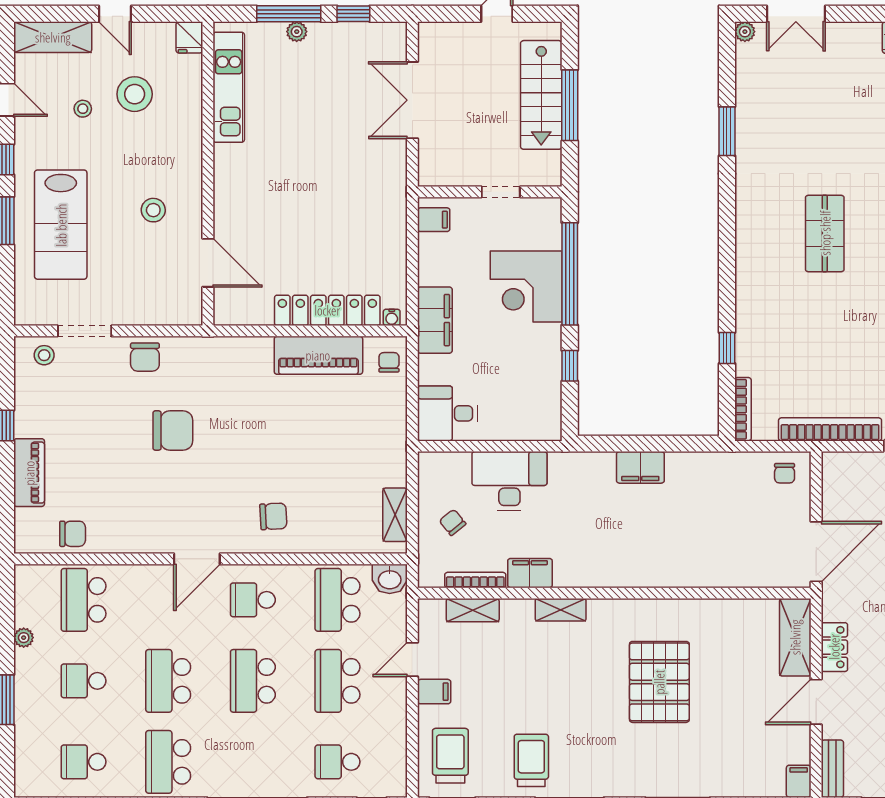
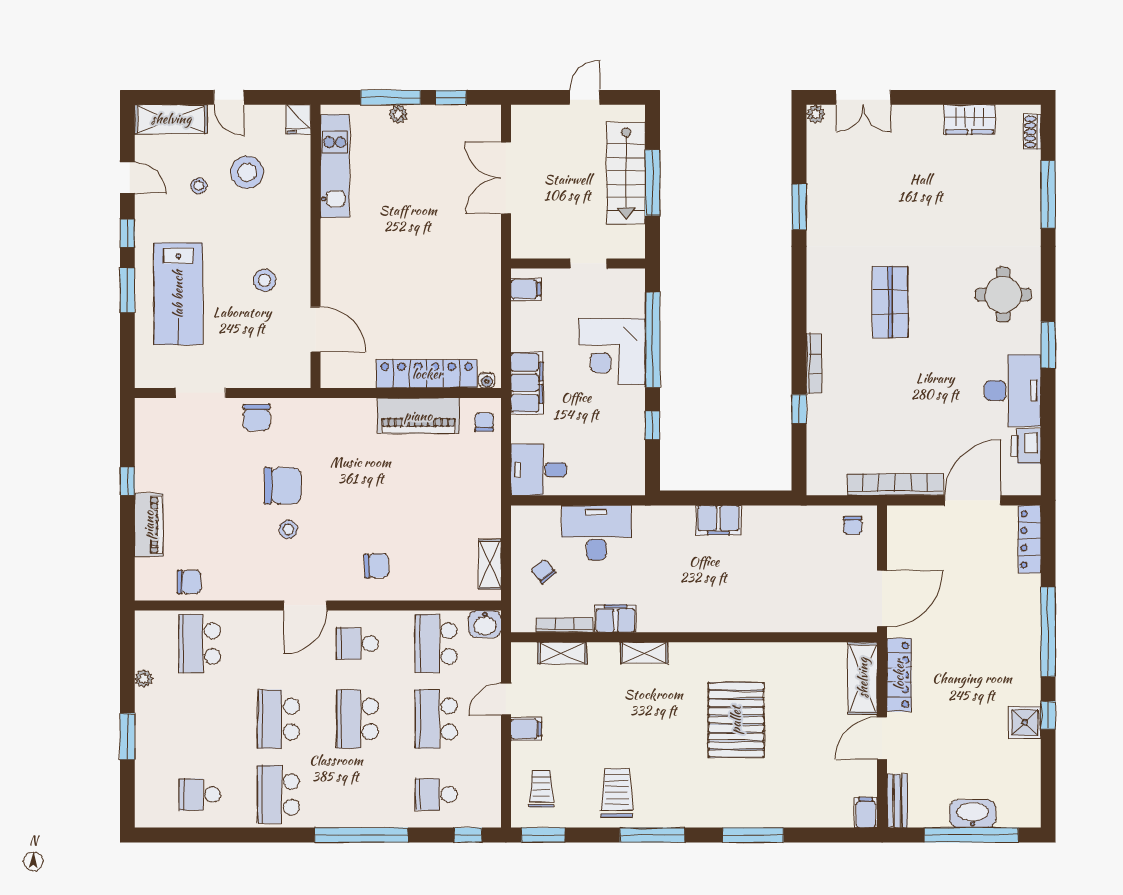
stool: (44, 355) -> (288, 529), moved
bookcase: (743, 409) -> (814, 363), moved
locker: (834, 647) -> (899, 675), width x1.53
school desk: (84, 681) -> (200, 719), removed
trolley: (450, 756) -> (541, 789), width x0.73, depth x0.72

